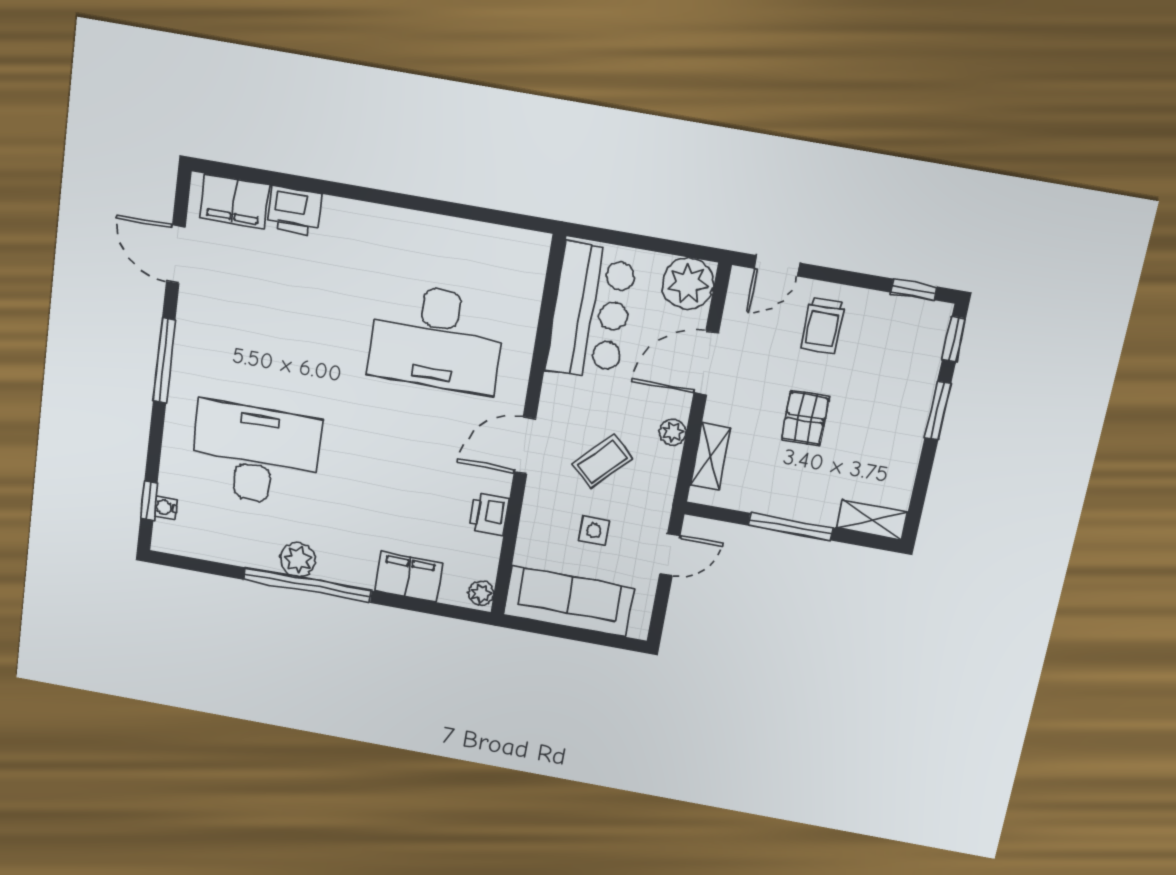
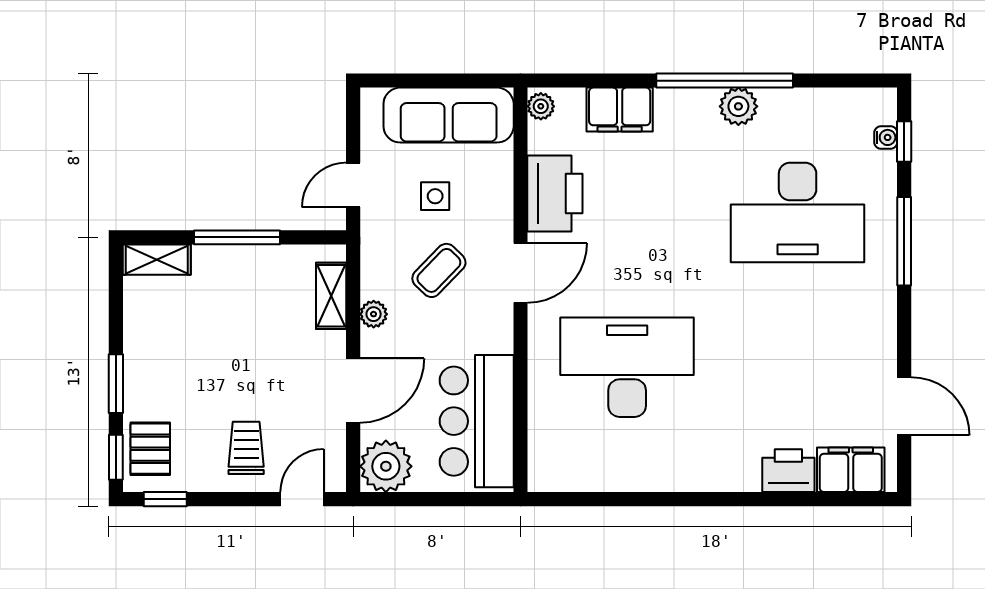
window: (164, 360) -> (904, 241), moved
pallet: (805, 418) -> (150, 449), moved
printer: (489, 514) -> (555, 194), width x1.87, depth x1.48

